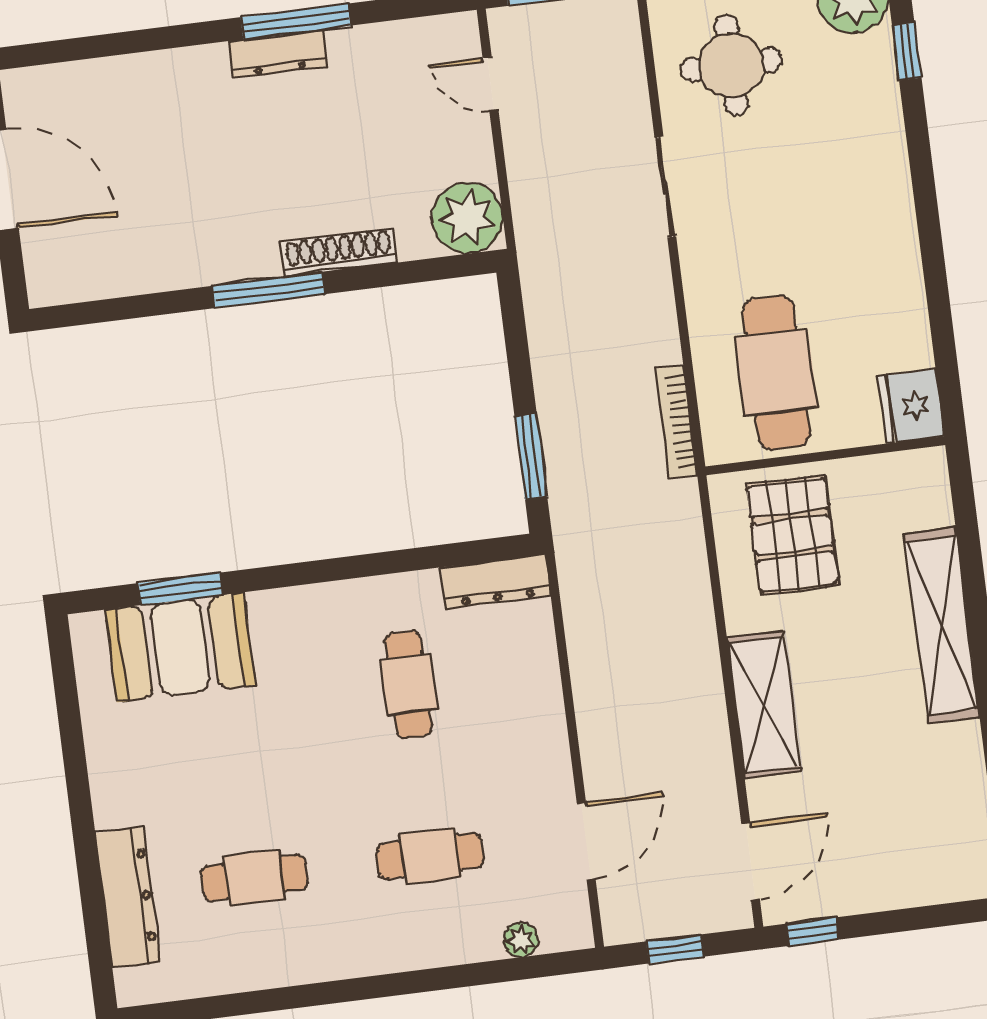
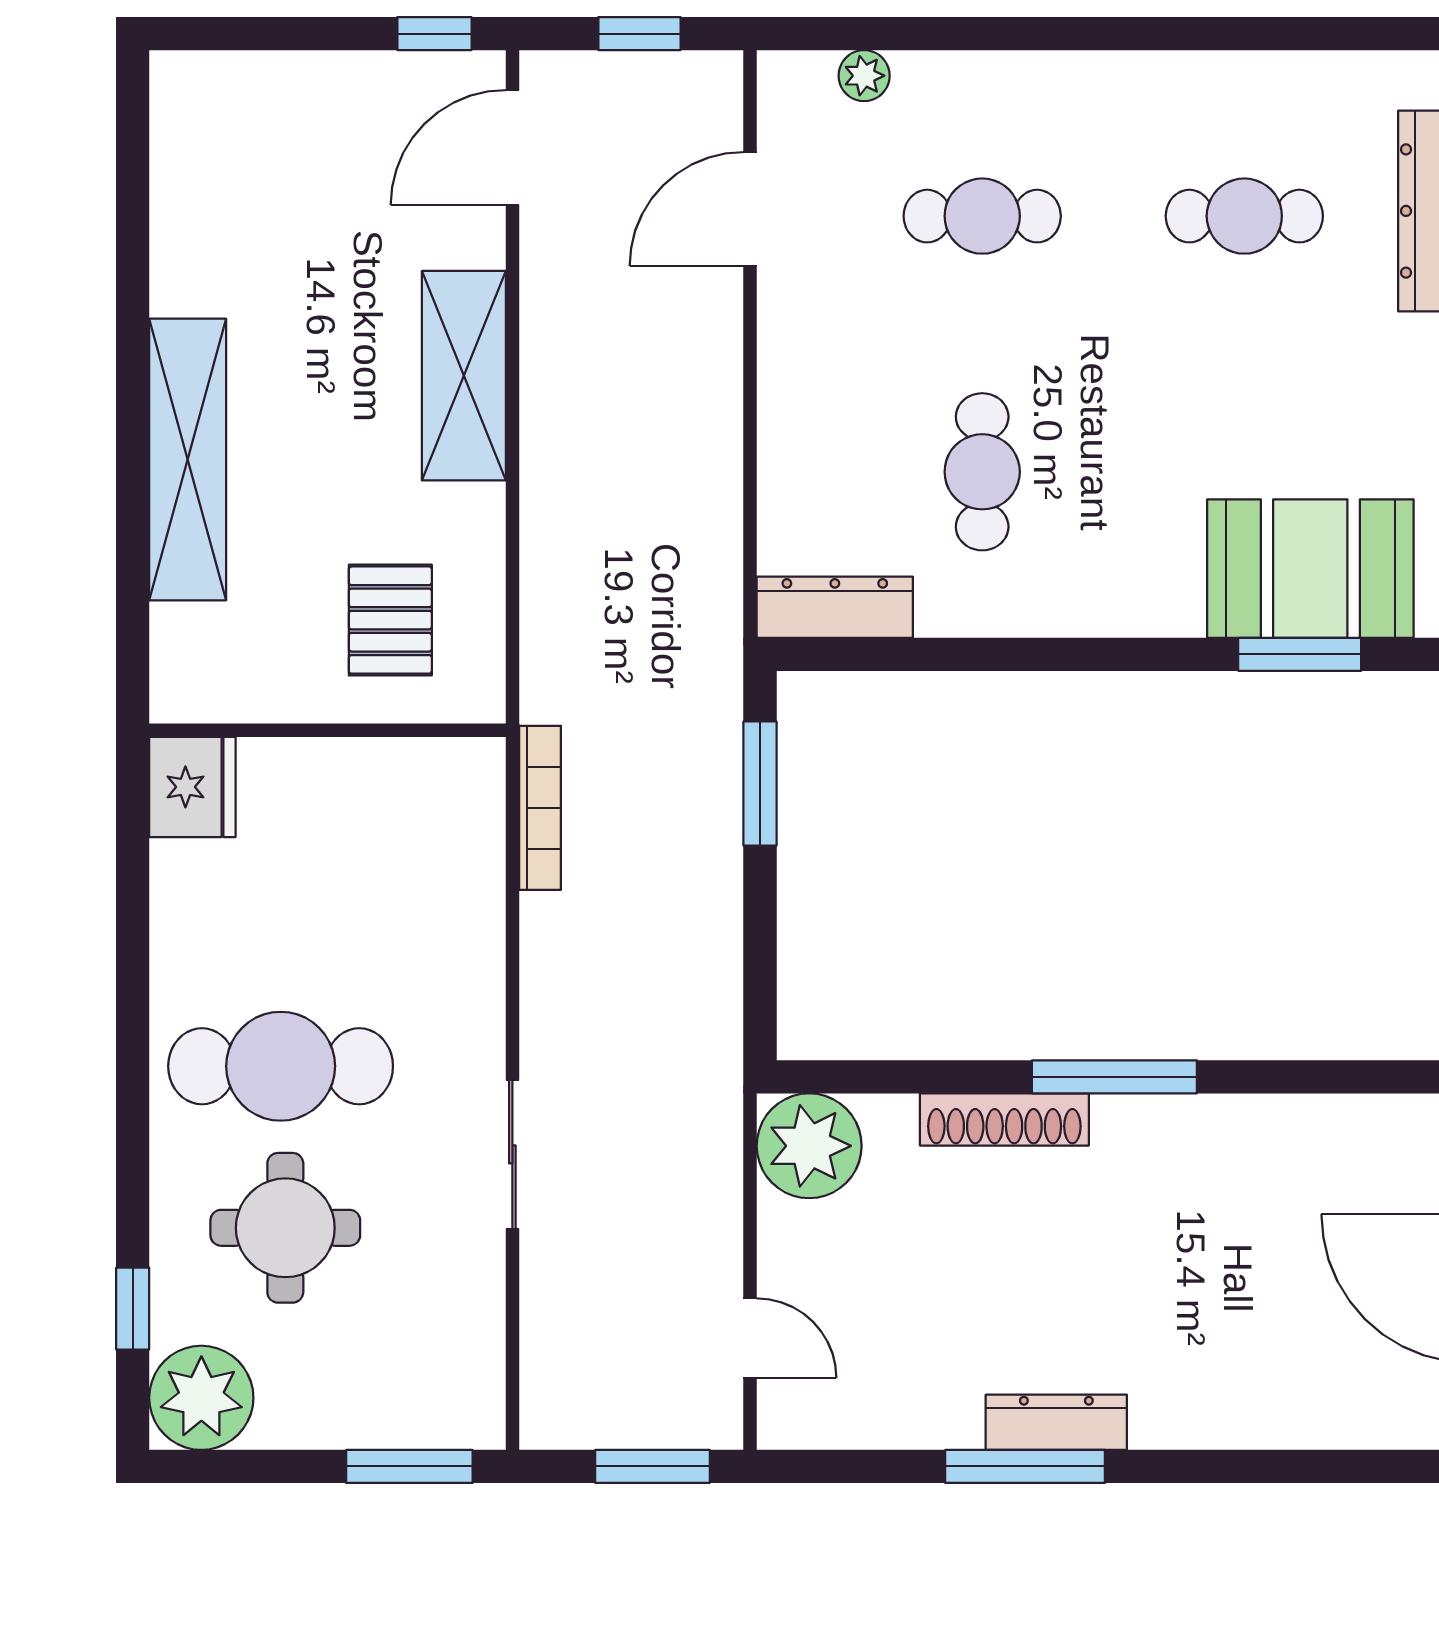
round table: (731, 65) -> (285, 1228), moved
cafe table: (776, 373) -> (281, 1066), moved, turned 90
pallet: (792, 535) -> (390, 620), width x0.67, depth x0.71

